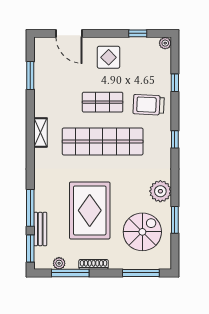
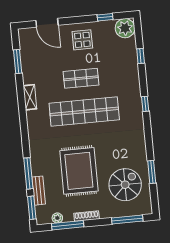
plant: (165, 43) -> (125, 28), width x1.88, depth x1.88
trolley: (149, 105) -> (120, 77), removed
shelving: (41, 132) -> (30, 97), moved
plant: (160, 191) -> (137, 149), removed

